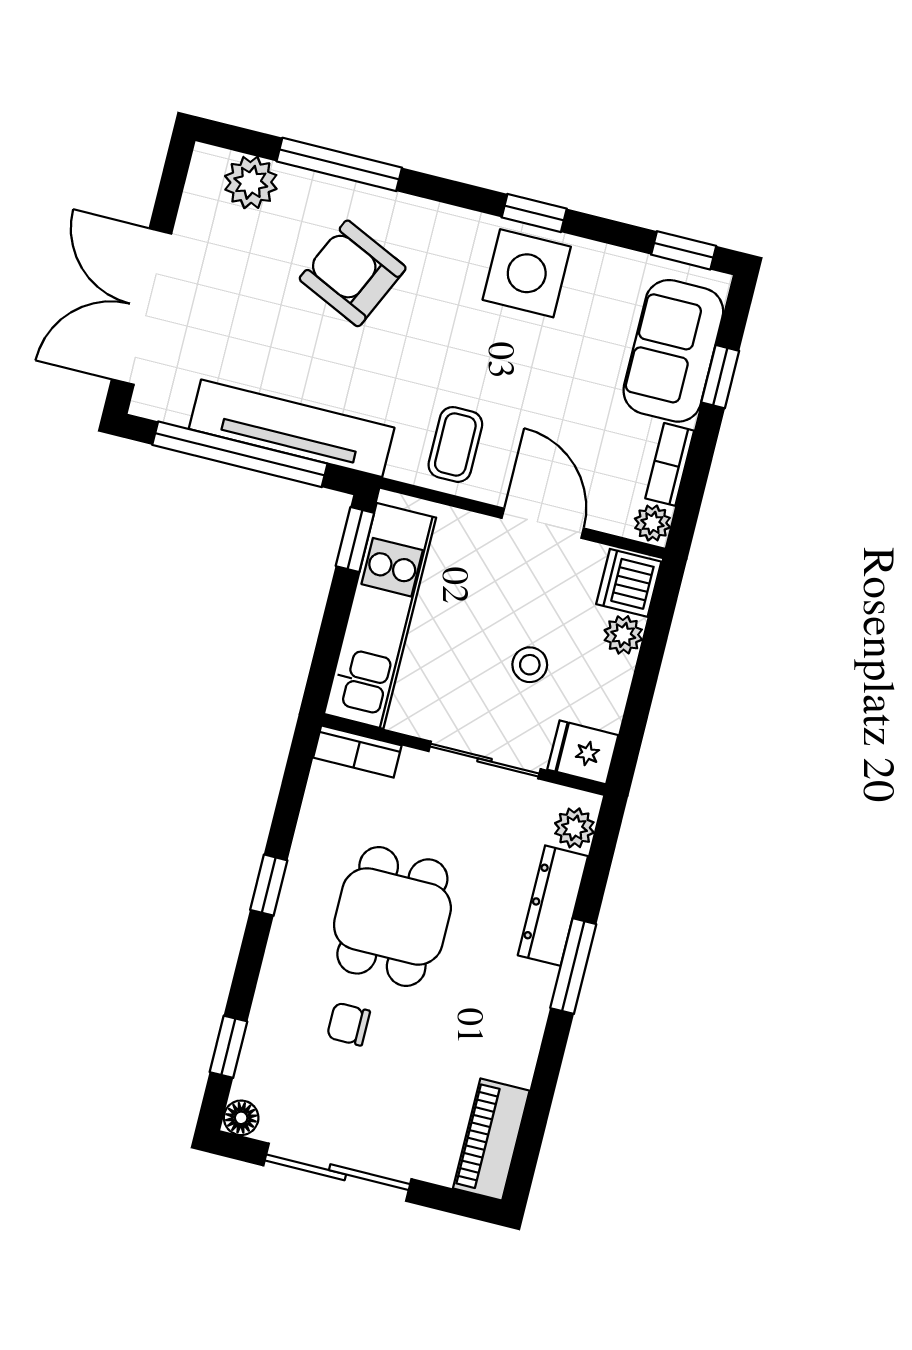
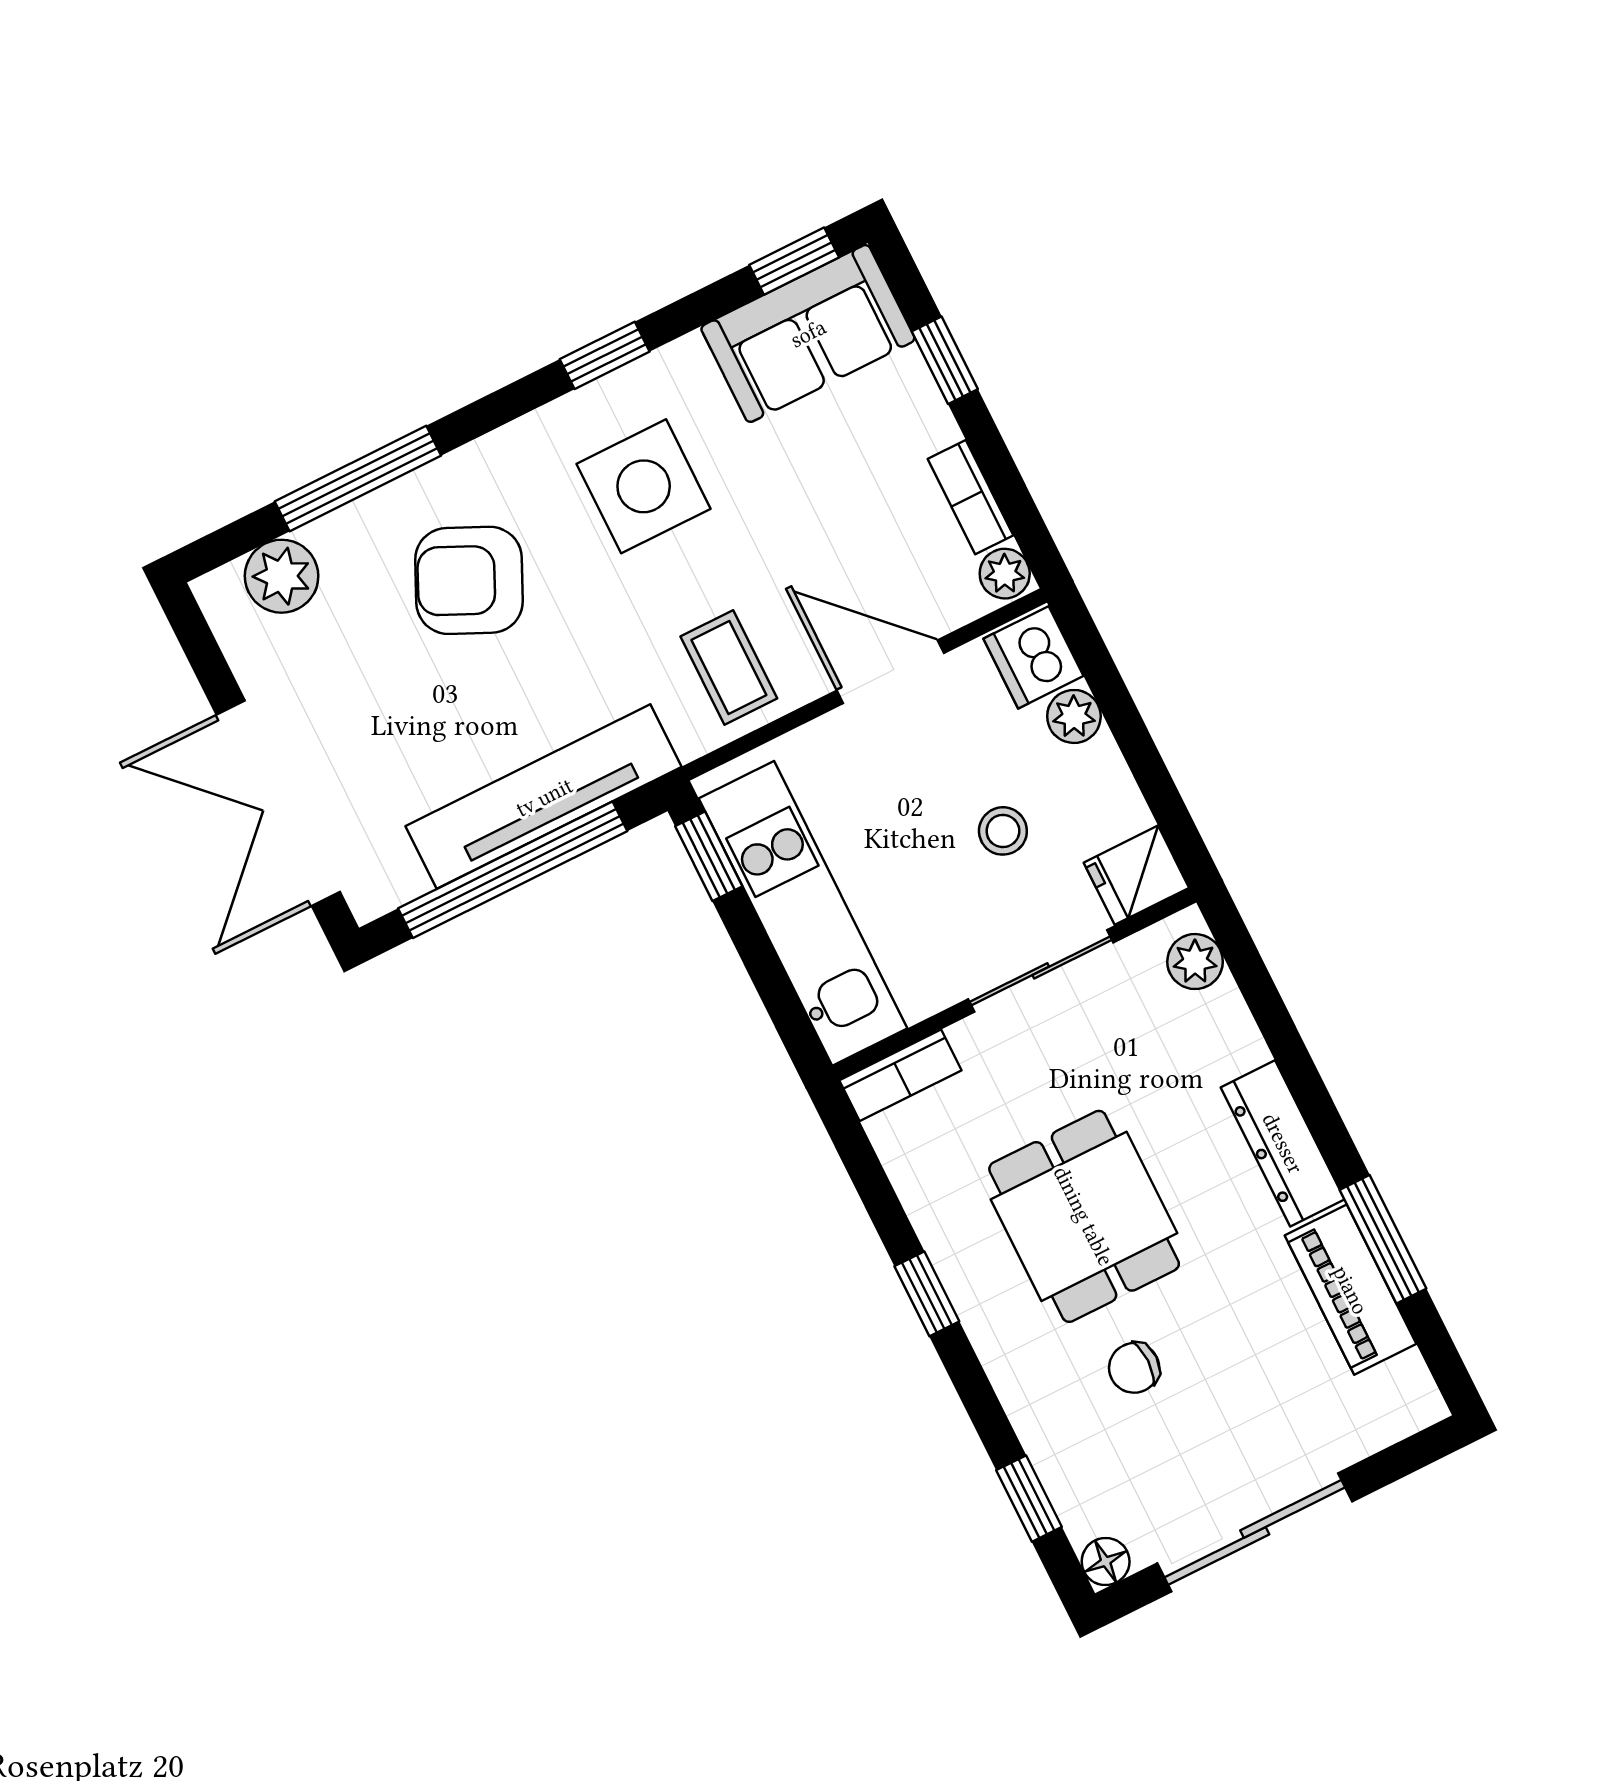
side table: (527, 273) -> (644, 486), moved
sofa: (673, 351) -> (808, 333), moved, turned -90
dresser: (553, 906) -> (1283, 1143), moved
window: (573, 966) -> (1383, 1239), moved
piano: (491, 1140) -> (1351, 1290), moved

